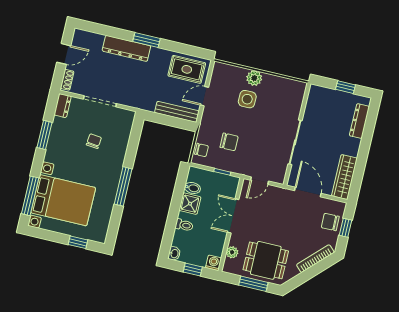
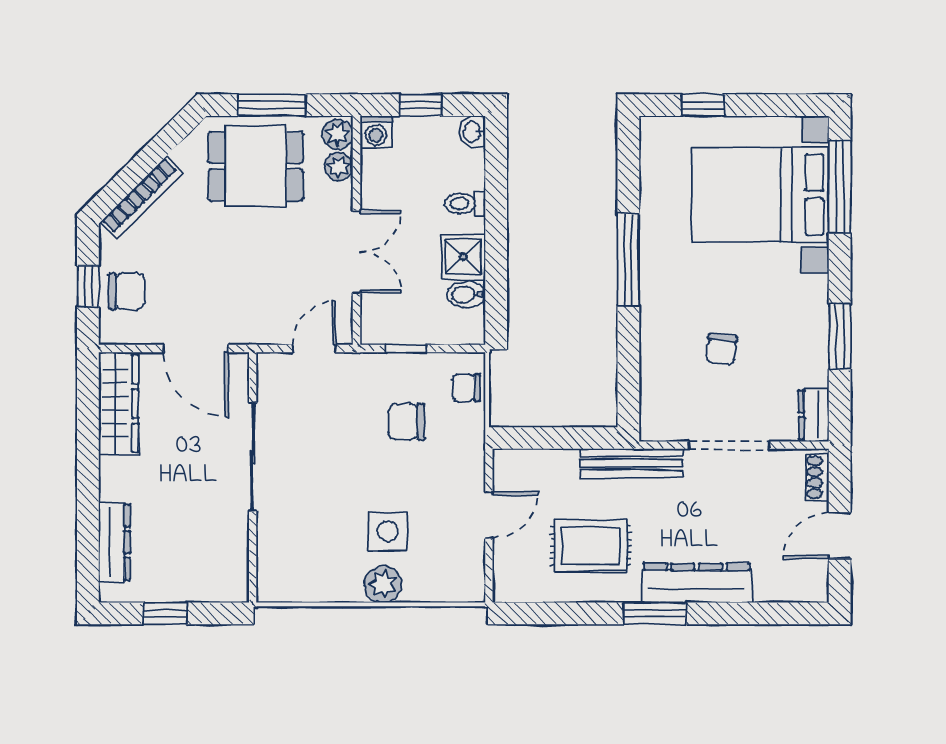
rug: (187, 69) -> (591, 546), moved
bench: (177, 112) -> (631, 463), moved
plant: (229, 265) -> (338, 134), added

